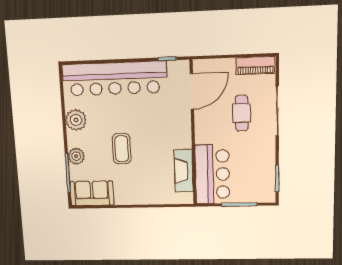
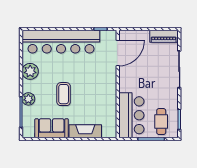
cafe table: (242, 113) -> (161, 122), moved
fireplace: (184, 171) -> (85, 131), moved, turned 90
sofa: (92, 193) -> (52, 128), moved

